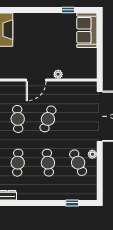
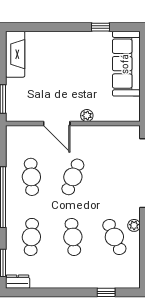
sofa: (87, 30) -> (126, 64), width x1.36
door: (36, 80) -> (57, 124), hinge flipped

